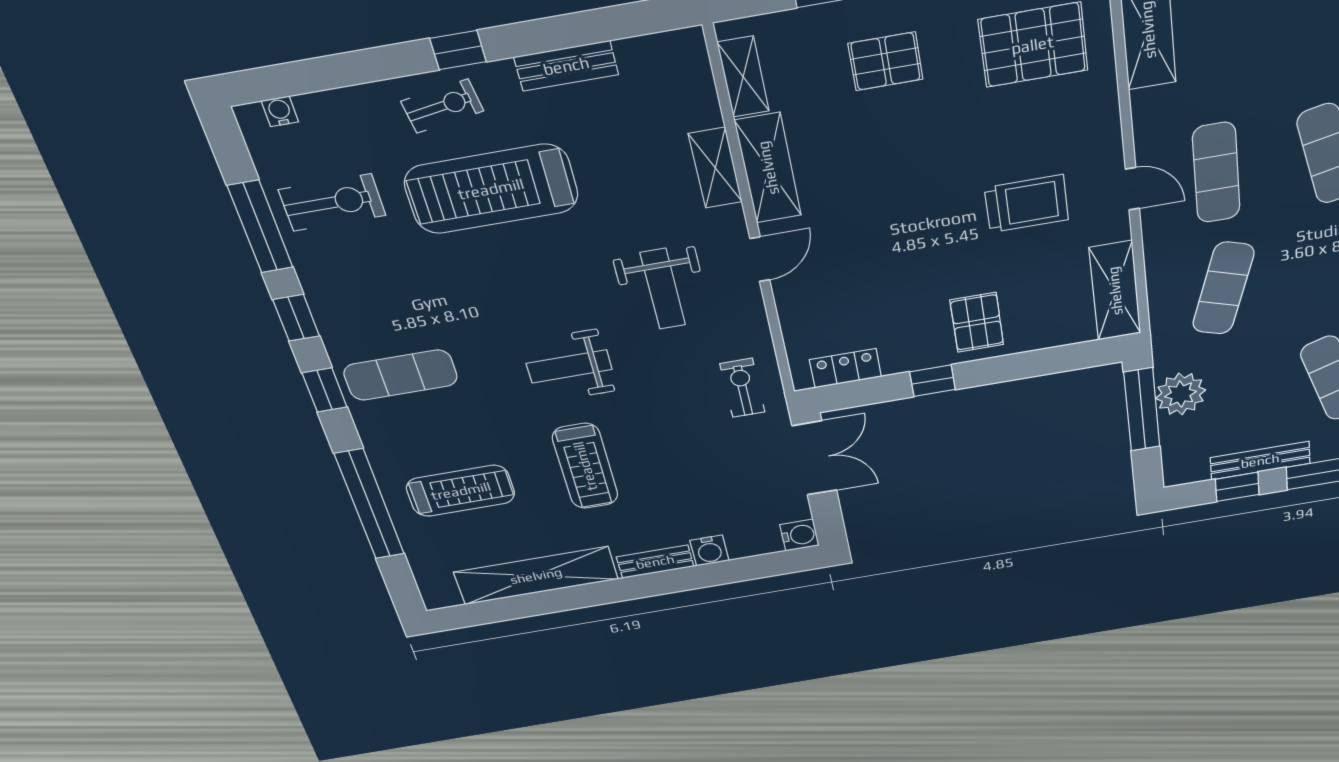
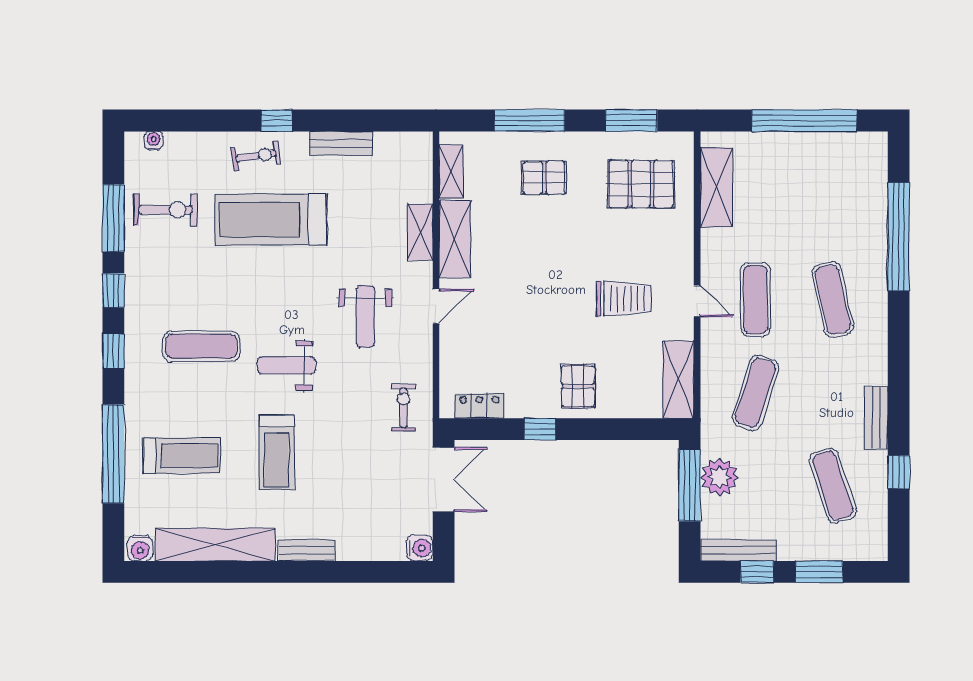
exercise mat: (401, 375) -> (201, 346), moved
bench: (1260, 461) -> (738, 550), moved
water cooler: (709, 550) -> (140, 548), moved

